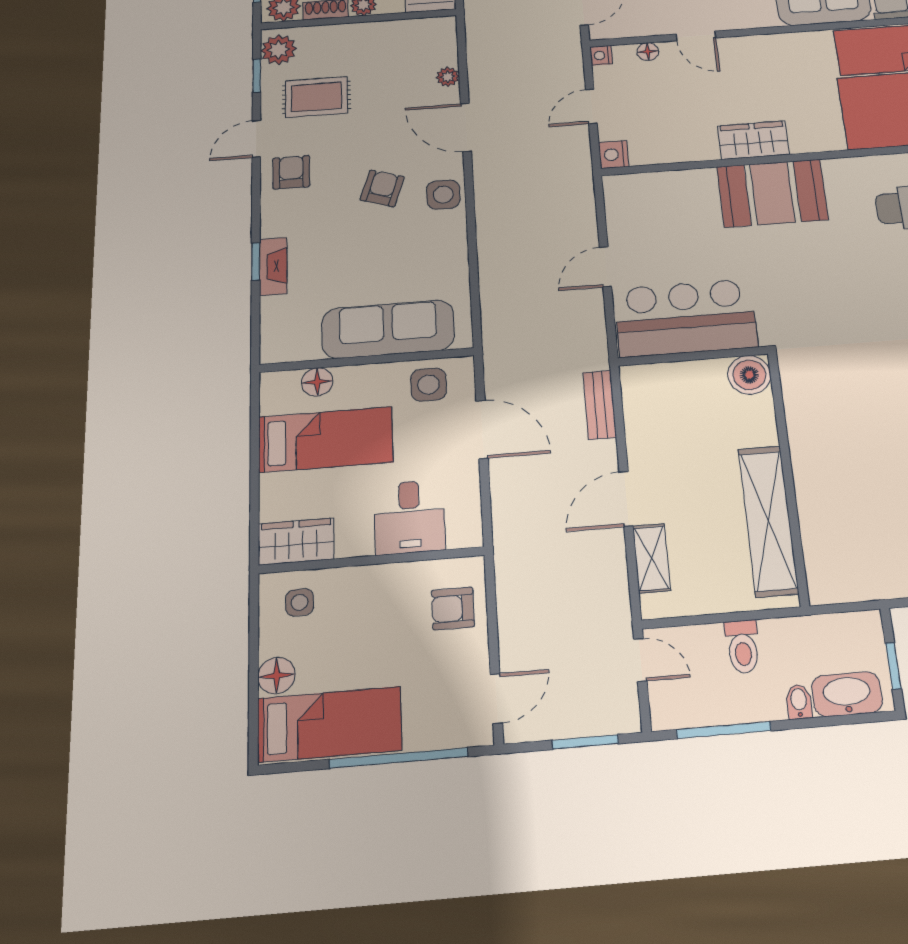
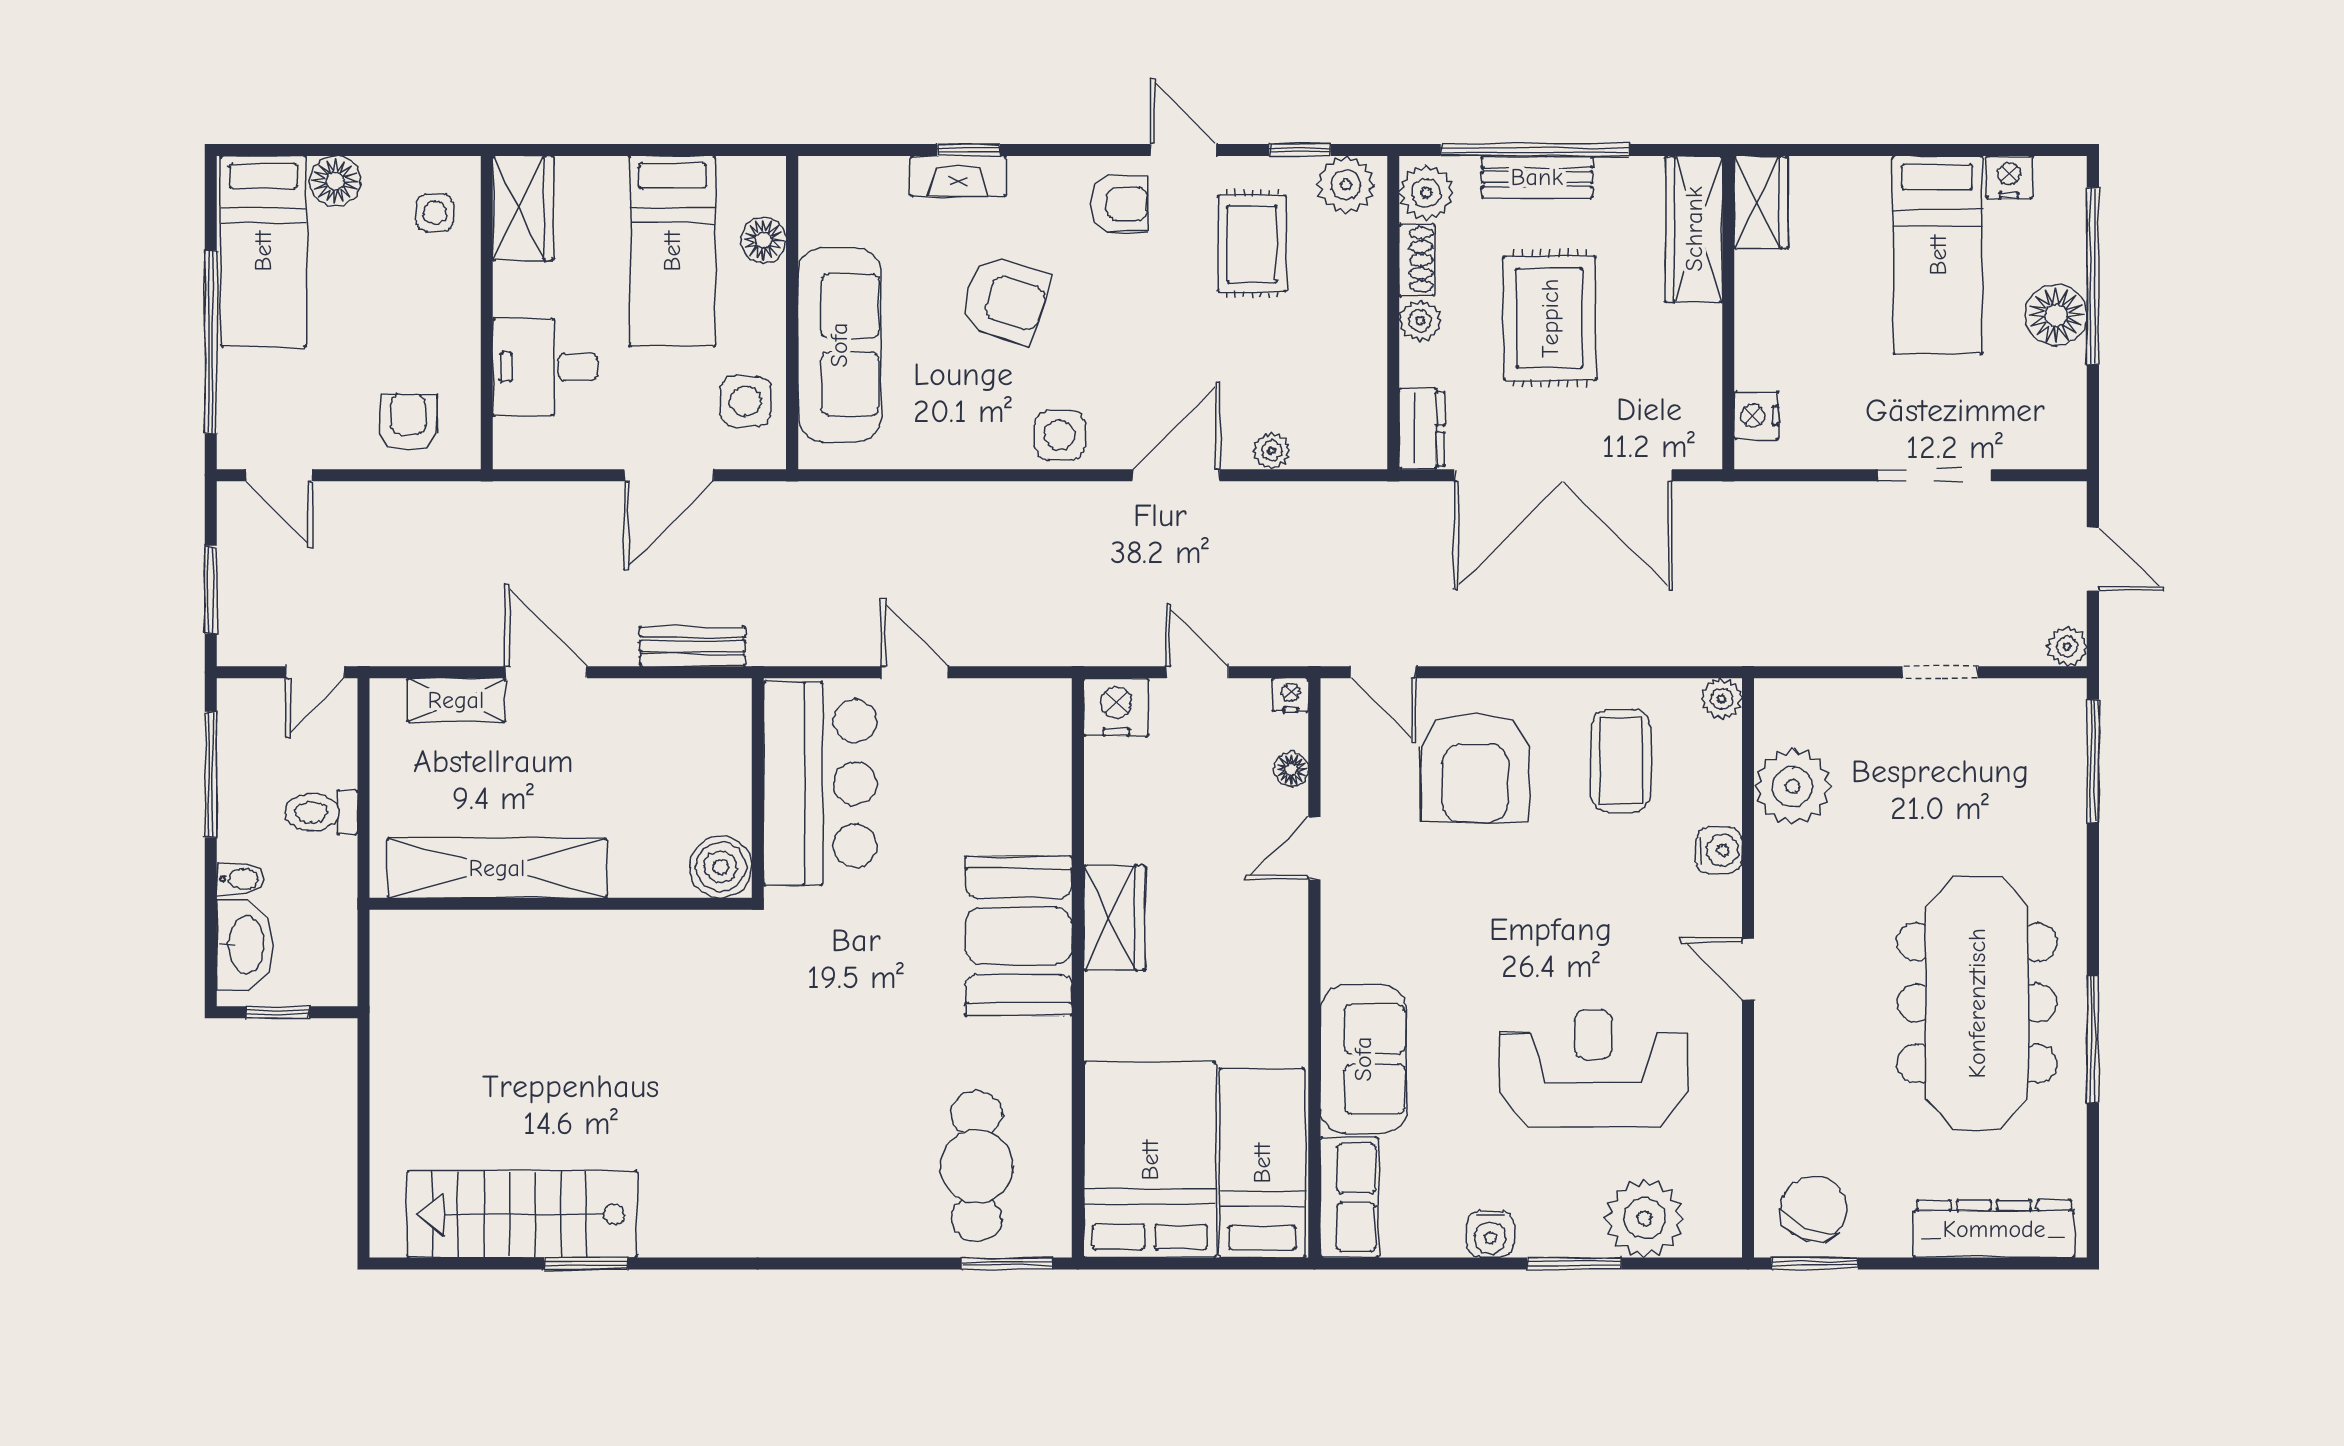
nightstand: (614, 155) -> (1116, 707), width x1.36, depth x1.33
armchair: (382, 188) -> (1005, 300), moved, width x1.38, depth x1.38

